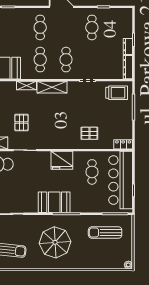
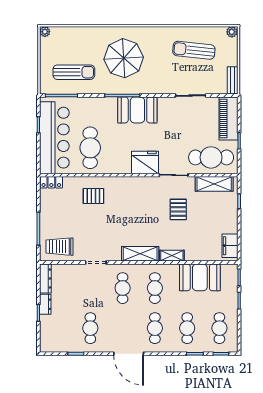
cafe table: (14, 27) -> (187, 328), added
fridge: (62, 160) -> (145, 162), moved
cafe table: (92, 172) -> (90, 148), width x1.37, depth x1.35
parasol: (55, 242) -> (124, 58), moved

